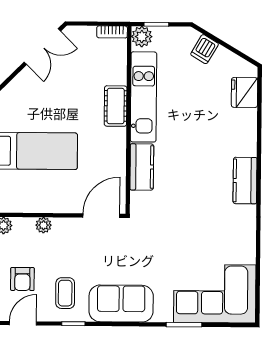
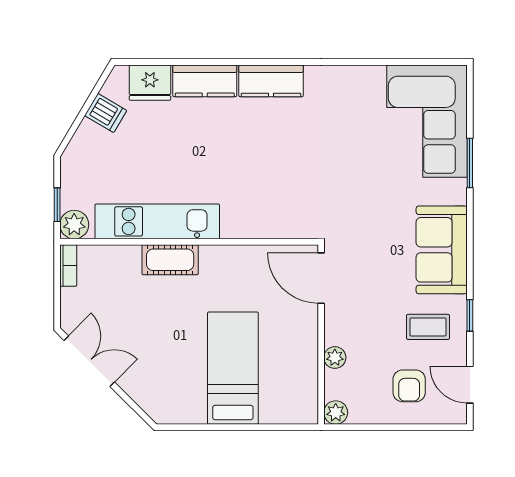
dishwasher: (205, 49) -> (106, 113), moved
kitchen counter: (142, 167) -> (205, 81), moved, turned 180
armchair: (22, 279) -> (409, 386), turned 90

